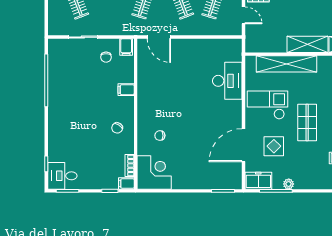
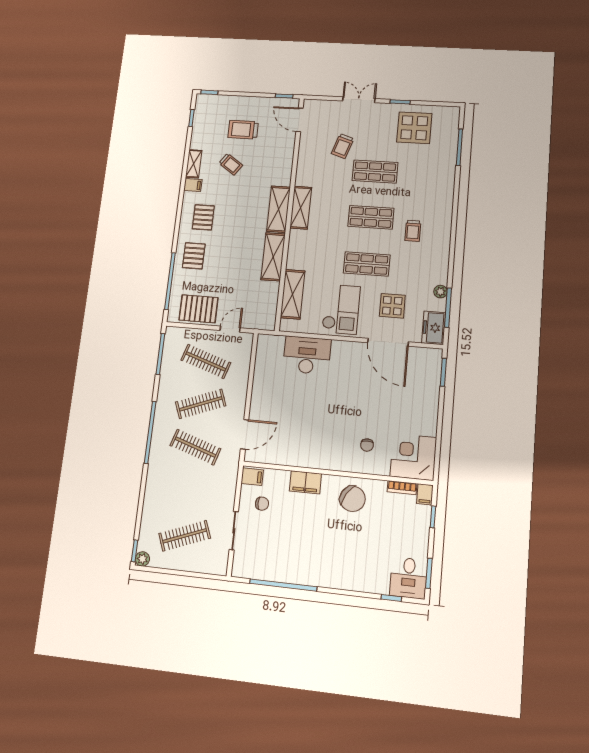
shelving: (286, 64) -> (293, 294), width x0.68
filing cabinet: (126, 90) -> (305, 482), width x2.00
checkout: (268, 105) -> (341, 309), turned 180
chair: (117, 128) -> (353, 499), width x1.87, depth x1.87

